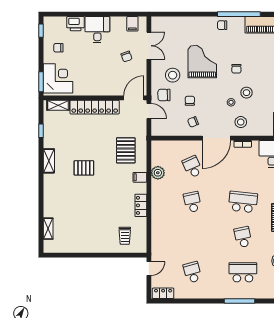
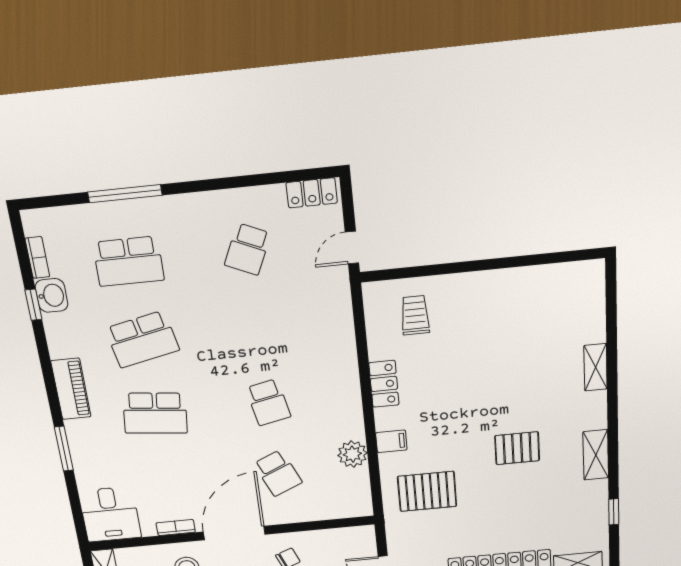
pallet: (126, 150) -> (427, 491), turned 90
shelving: (48, 229) -> (596, 367), moved
school desk: (243, 237) -> (142, 339), width x1.85
school desk: (192, 272) -> (248, 249), turned 39

